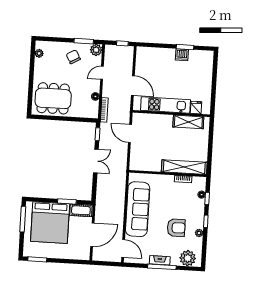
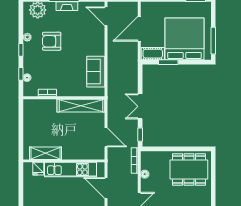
shelving: (184, 167) -> (81, 106), moved
sofa: (138, 209) -> (96, 72), width x0.54, depth x0.79

